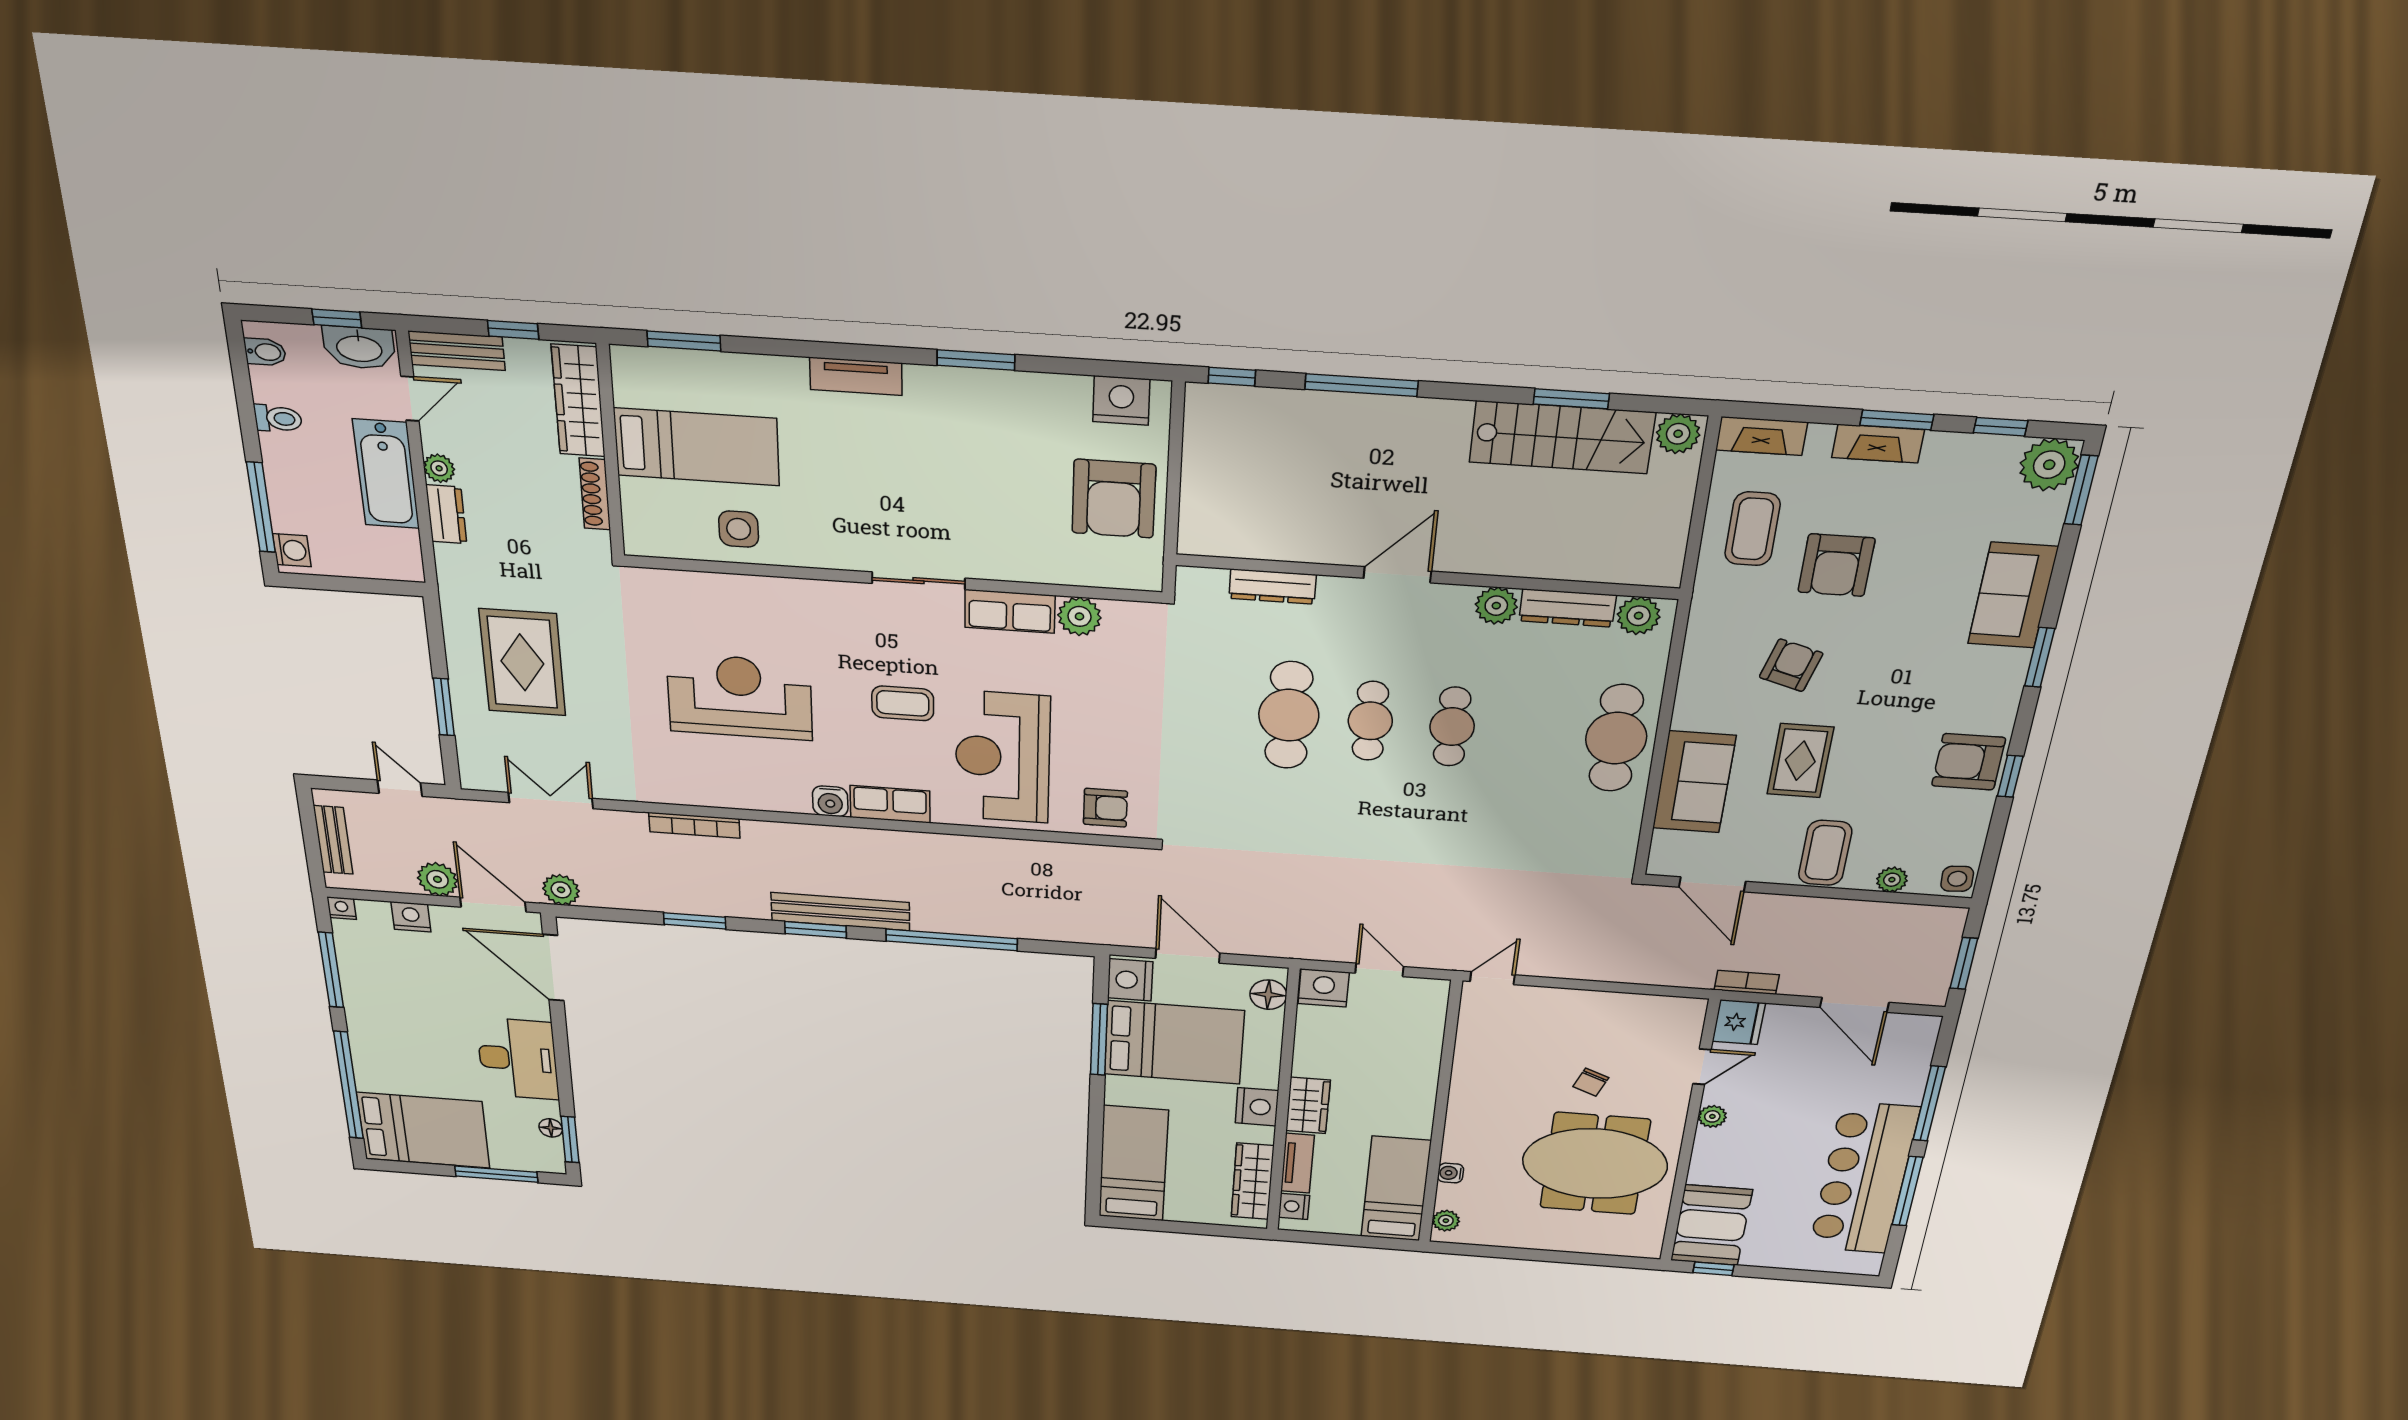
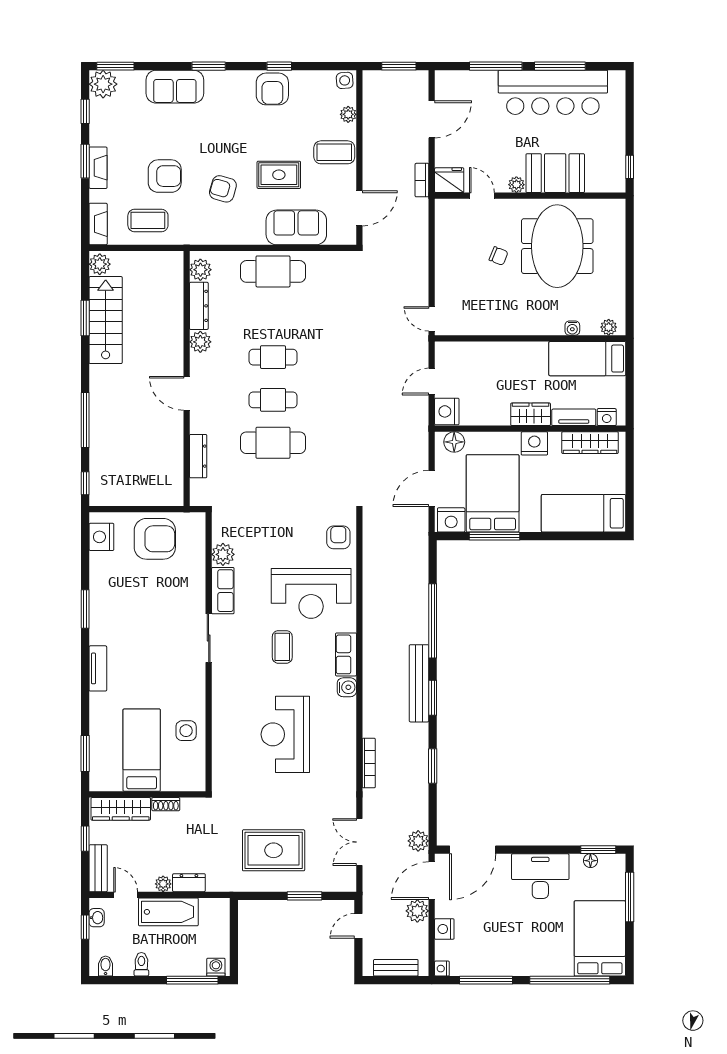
washbasin: (359, 348) -> (97, 918), width x0.52, depth x0.69
shoe rack: (595, 494) -> (166, 804), width x0.70
booth: (1711, 1225) -> (555, 173), moved

